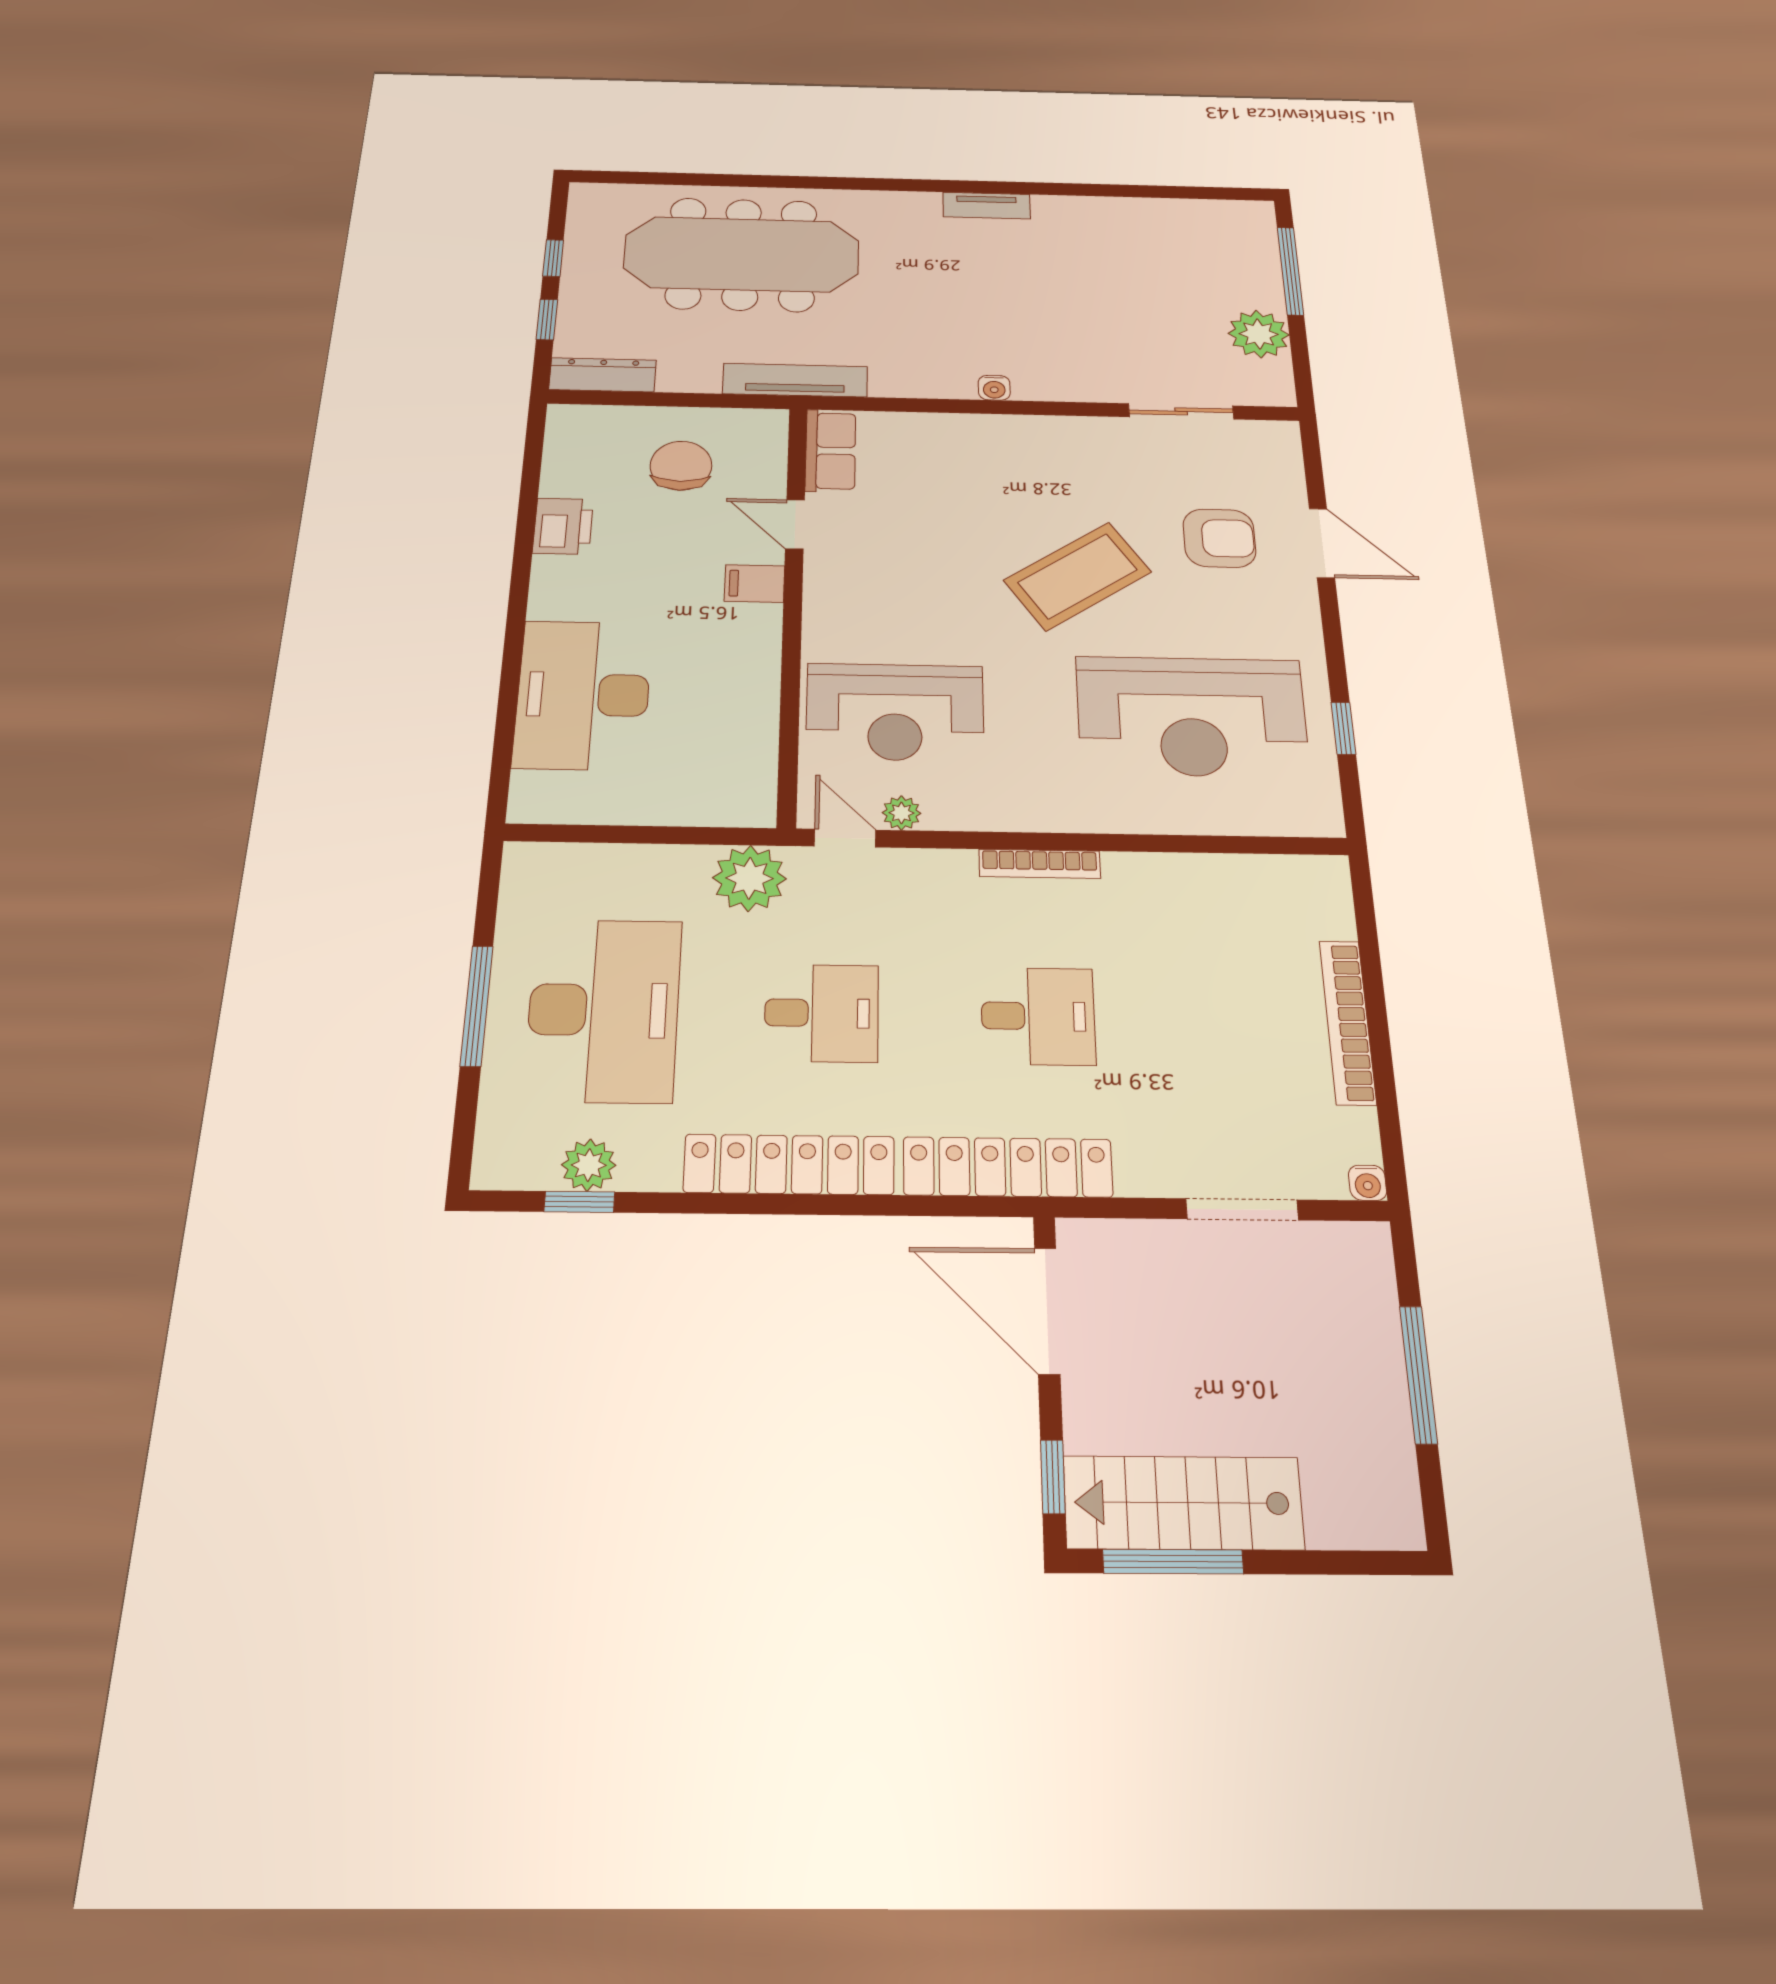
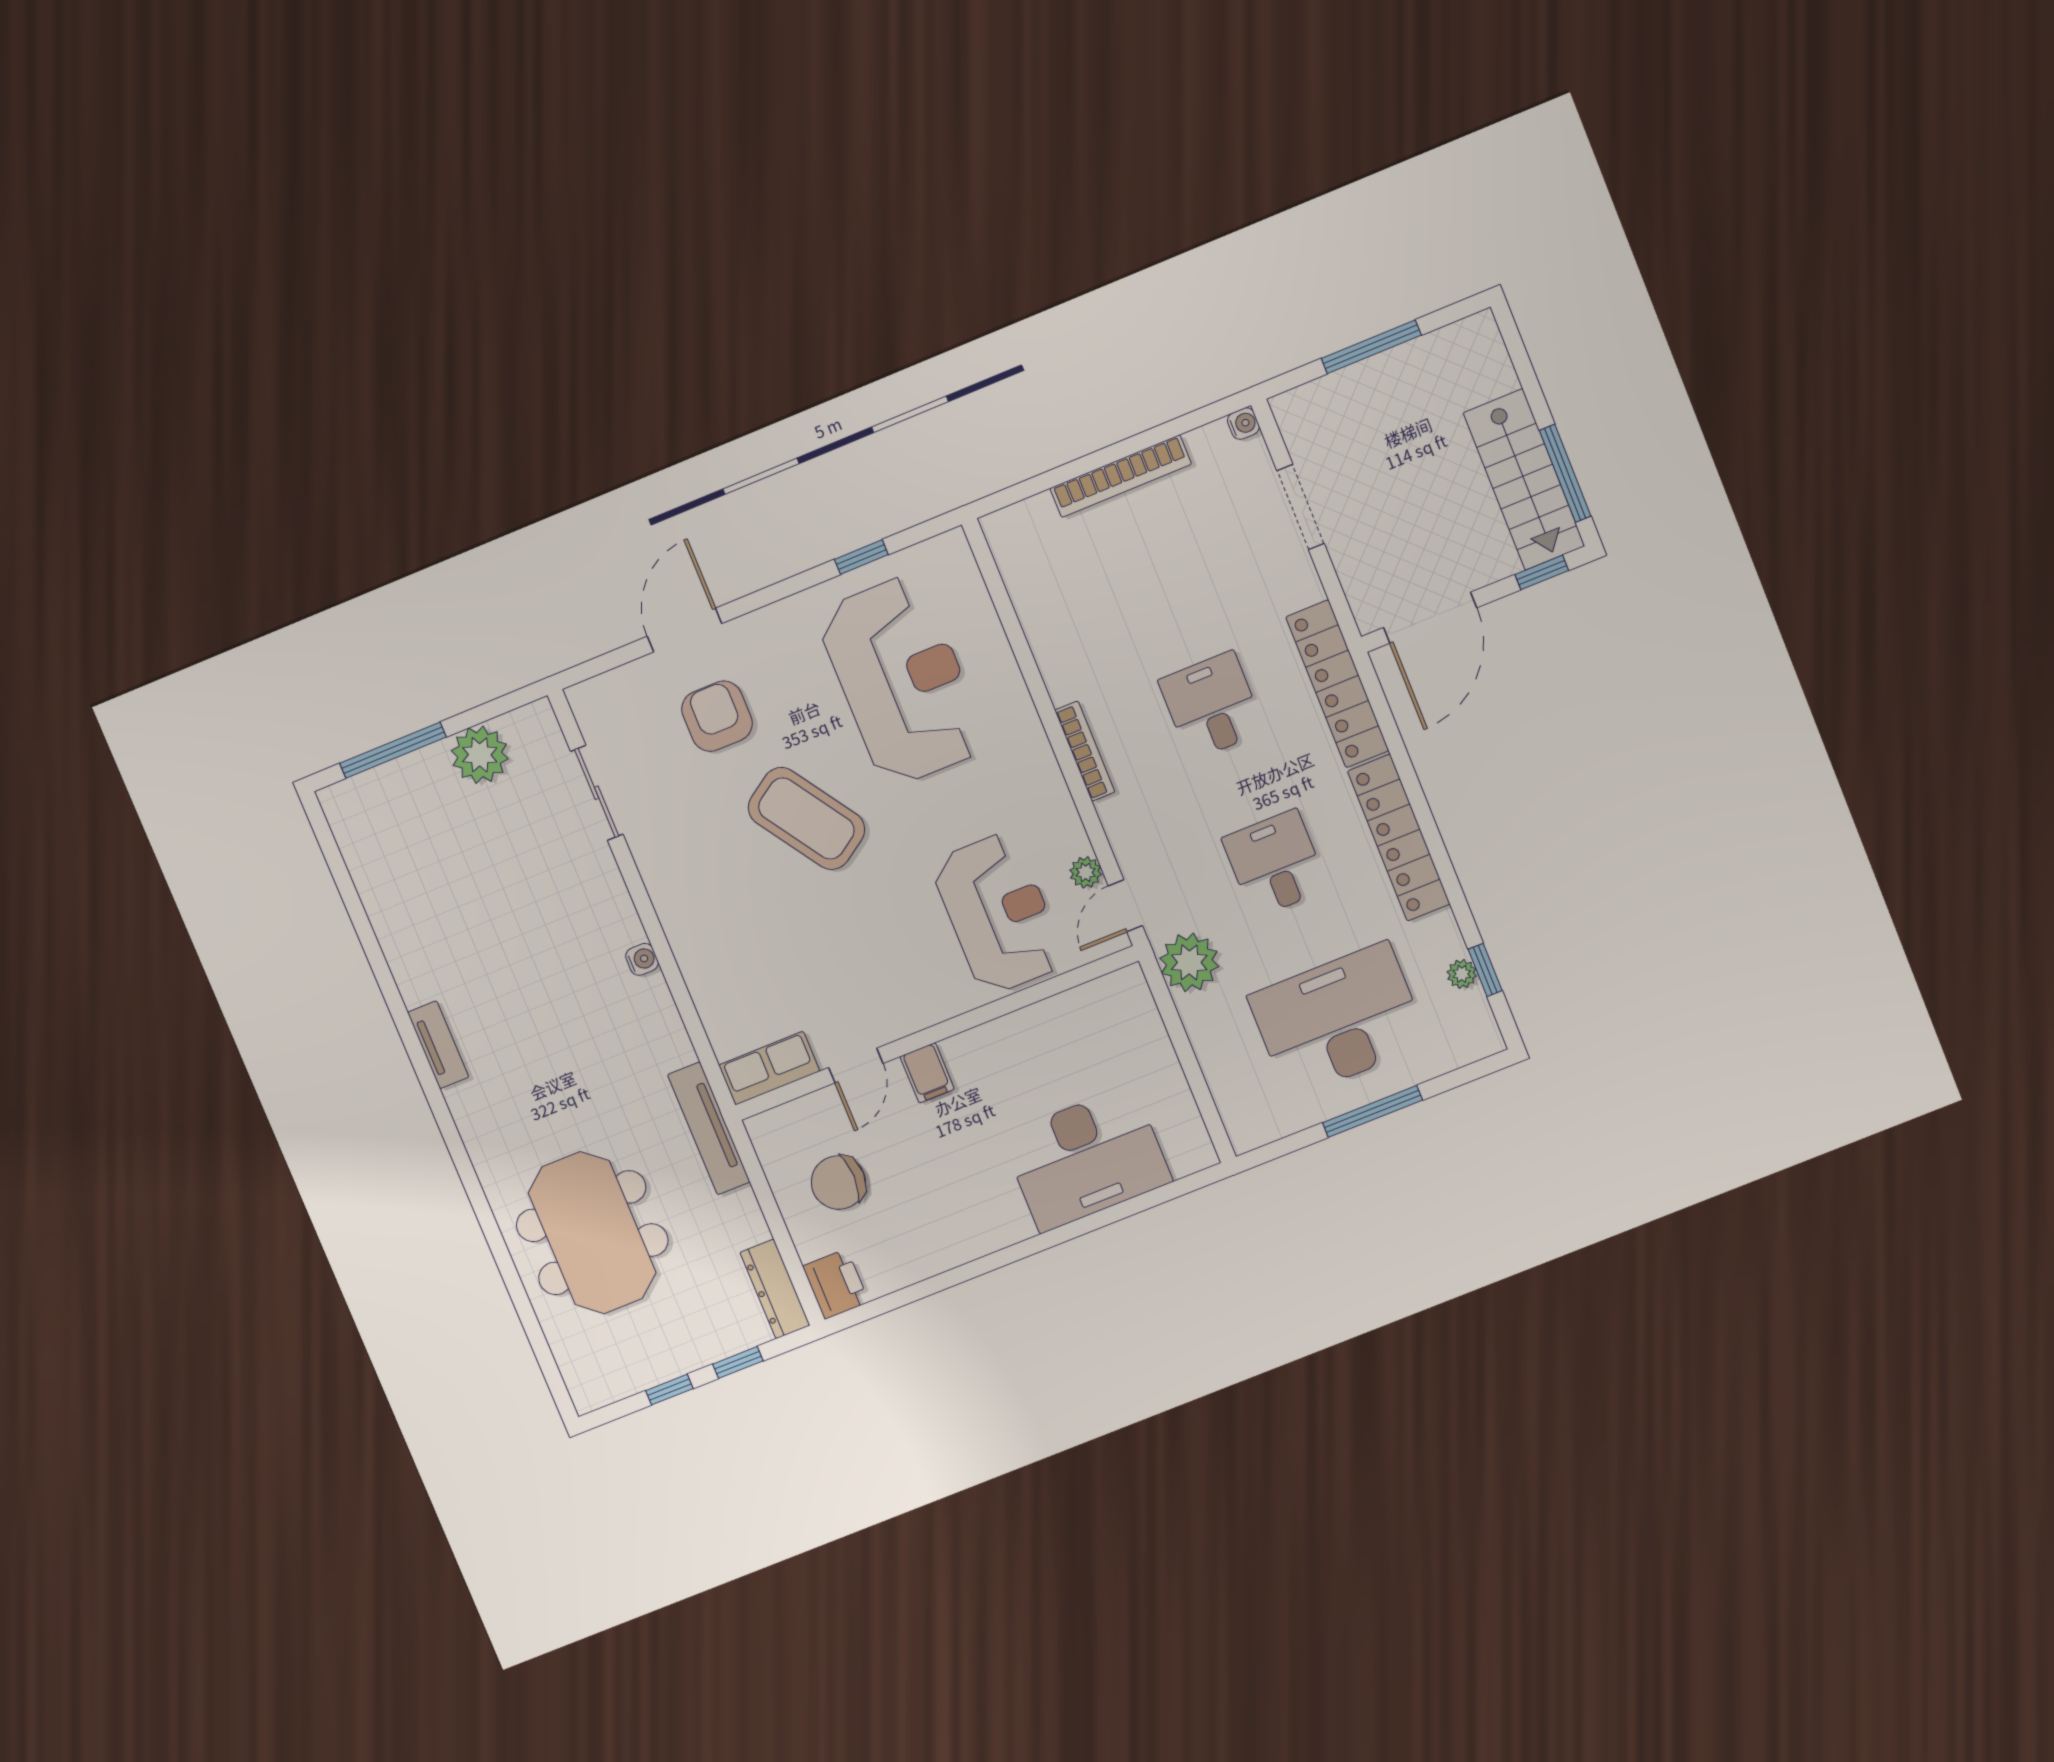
meeting table: (742, 254) -> (592, 1233), width x0.73
printer: (563, 526) -> (836, 1284), moved, turned 90
plant: (589, 1165) -> (1462, 974), width x0.73, depth x0.73

